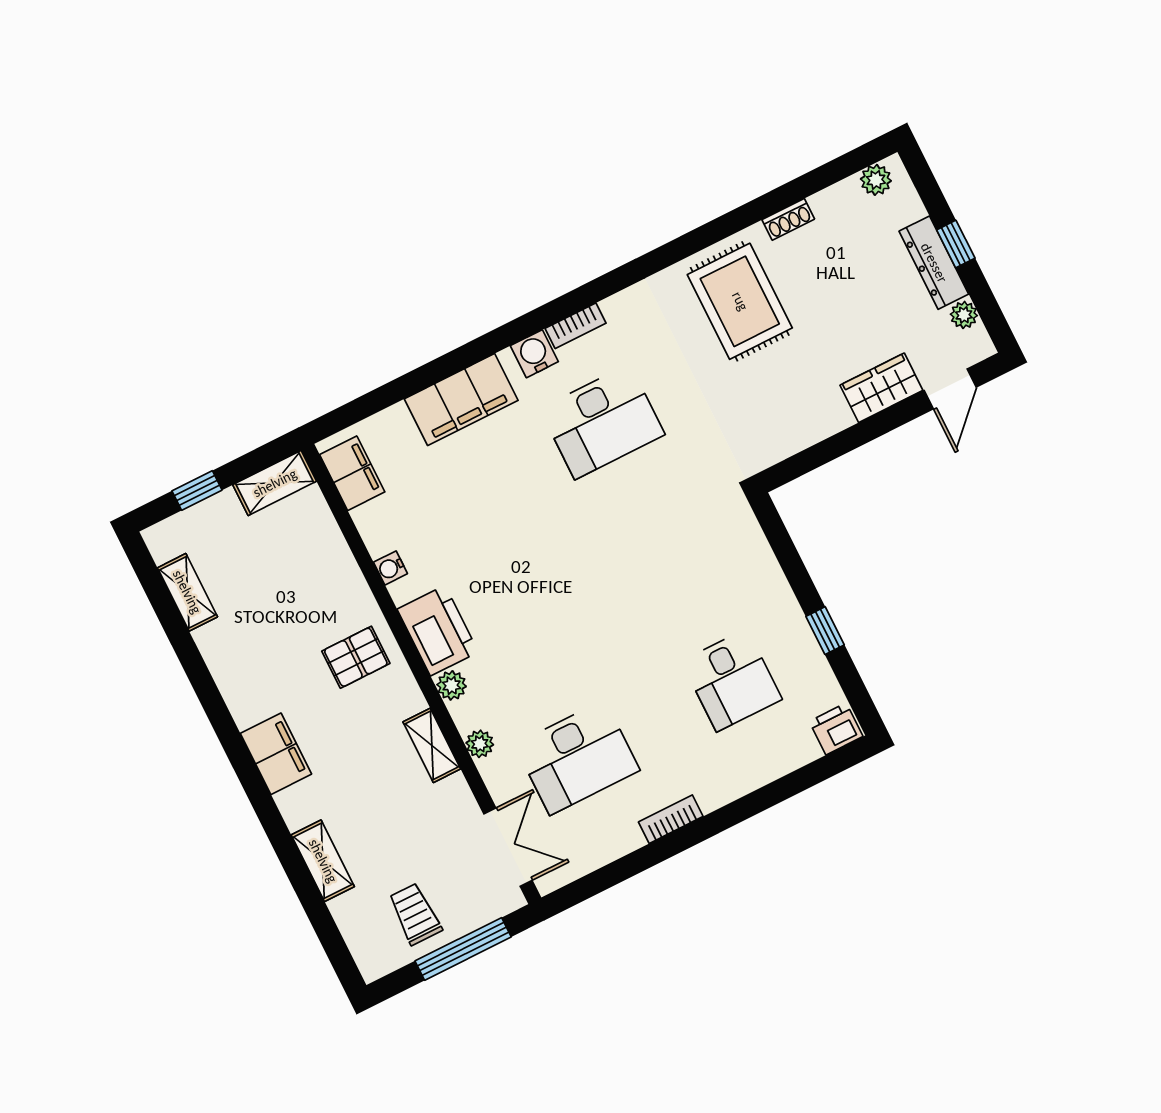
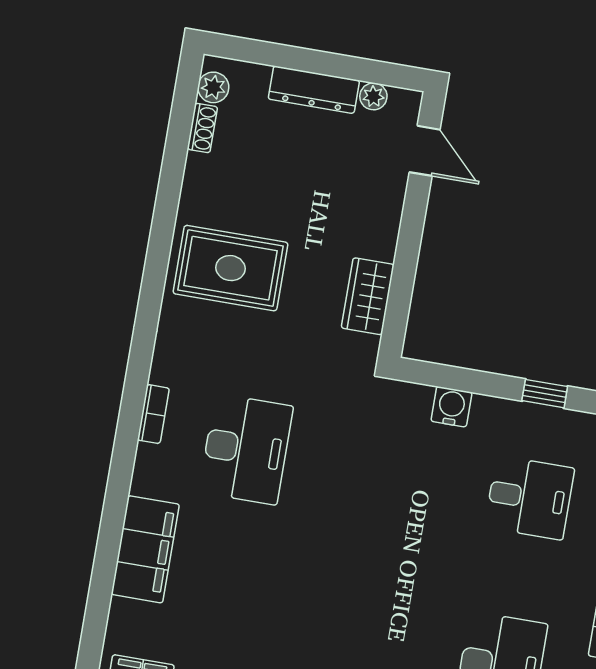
shoe rack: (788, 219) -> (202, 128), moved
window: (956, 244) -> (312, 61), removed
water cooler: (534, 354) -> (451, 407), moved, turned 90
wardrobe: (881, 388) -> (368, 296), moved

